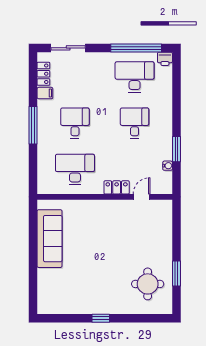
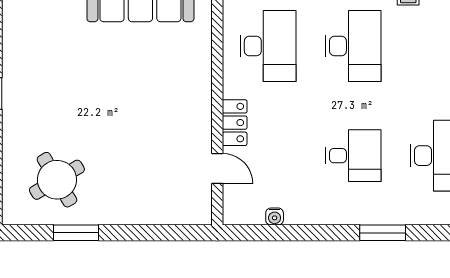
desk: (75, 123) -> (353, 46), width x1.37
window: (176, 149) -> (383, 233), moved
round table: (148, 284) -> (57, 180), turned -31

